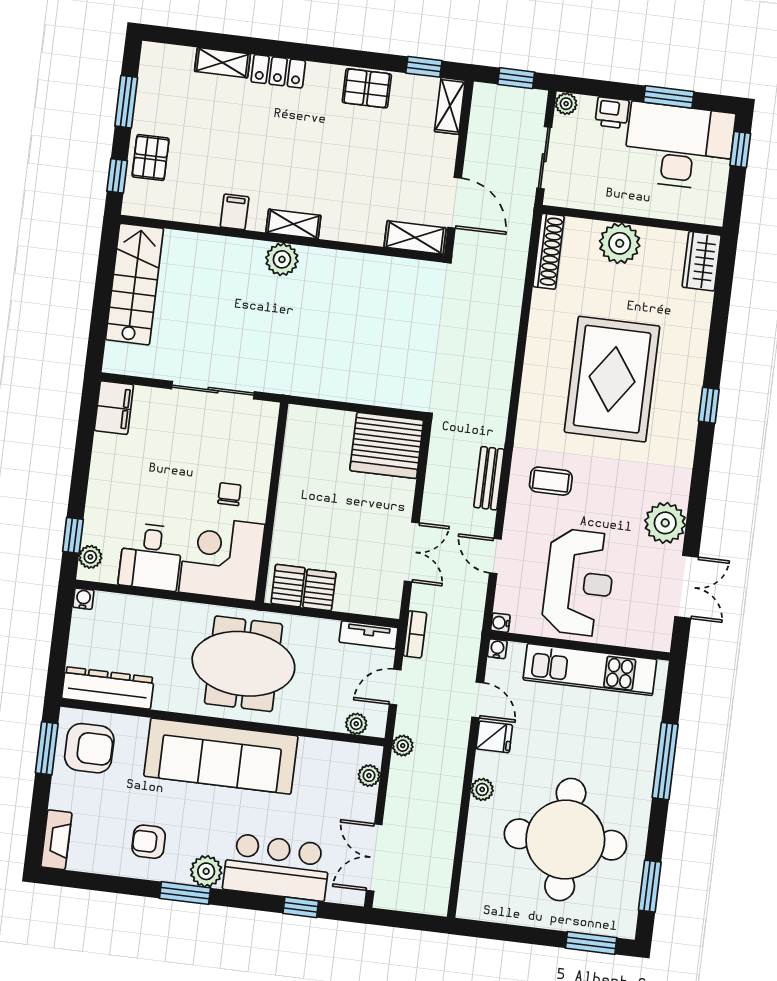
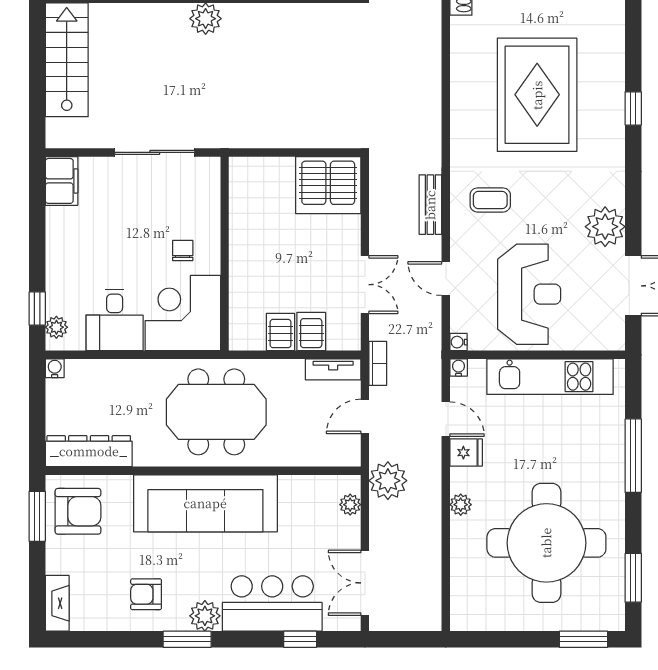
server rack: (288, 586) -> (311, 332), moved
plant: (356, 724) -> (332, 456), removed
plant: (403, 746) -> (388, 481), width x1.88, depth x1.88

